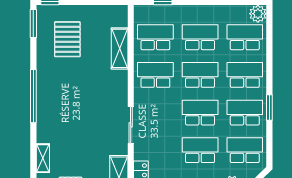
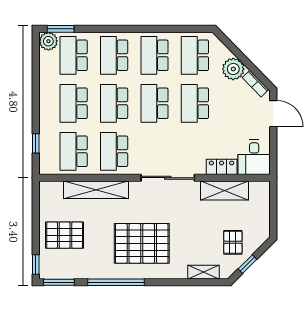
pallet: (67, 39) -> (65, 235), moved
shelving: (120, 48) -> (96, 190), width x1.47
window: (33, 96) -> (116, 282), moved
pallet: (70, 101) -> (142, 243), added
window: (269, 108) -> (61, 29), moved
sliding door: (131, 125) -> (168, 178), width x1.37

